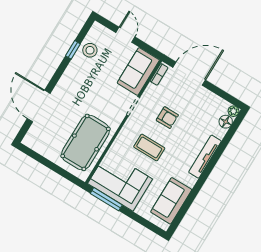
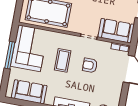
armchair: (167, 118) -> (90, 65), turned 90
window: (106, 199) -> (10, 55), moved

